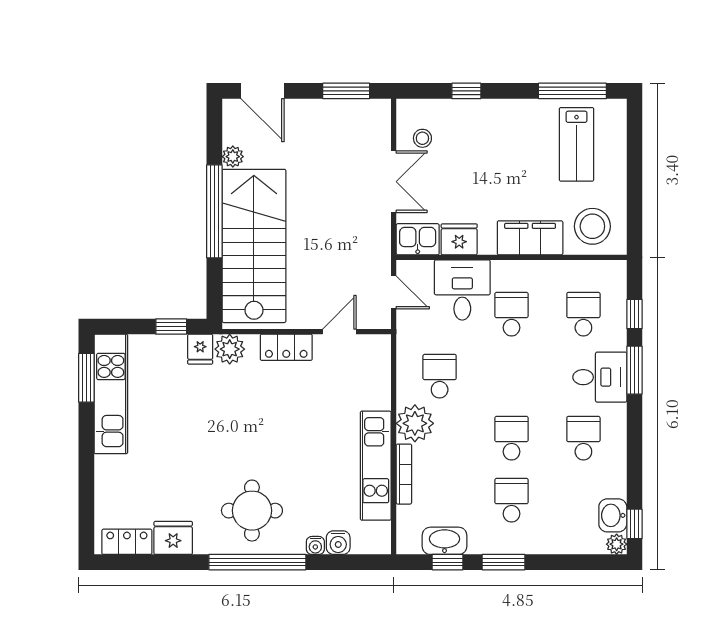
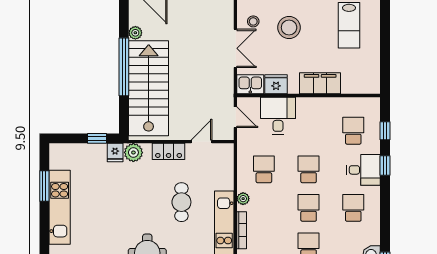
stool: (592, 226) -> (289, 28), moved
school desk: (511, 314) -> (309, 169), moved
window: (634, 370) -> (385, 166), width x0.67
window: (86, 378) -> (44, 186), moved
kitchen unit: (111, 394) -> (60, 207), moved
plant: (415, 423) -> (243, 199), width x0.53, depth x0.53
cafe table: (307, 429) -> (181, 202), added

